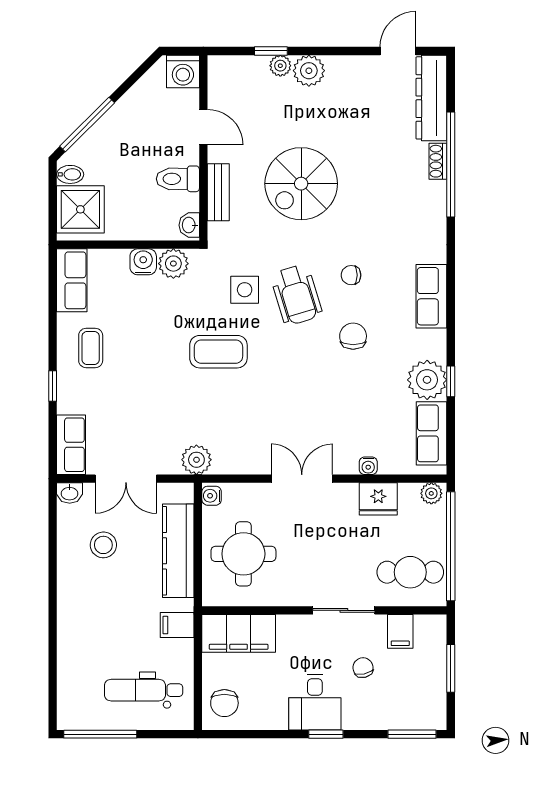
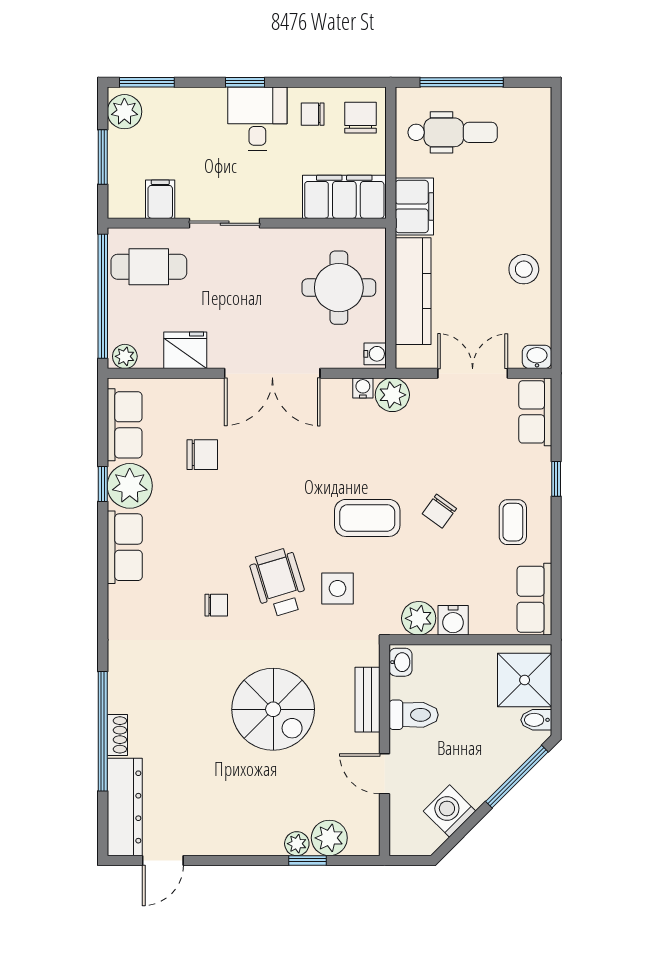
washing machine: (183, 71) -> (450, 811), moved, turned -45
plant: (309, 71) -> (329, 838), moved
spiral stairs: (301, 184) -> (273, 709), turned 90
row of seats: (431, 296) -> (125, 547), moved
chair: (353, 336) -> (202, 455), moved, turned -90
chair: (155, 358) -> (439, 511), added
water cooler: (368, 466) -> (363, 388), moved
double door: (302, 479) -> (272, 373), width x1.37
stool: (103, 545) -> (524, 269), moved
filing cabinet: (177, 625) -> (414, 206), width x2.00
chair: (363, 668) -> (313, 114), moved, turned 103
plant: (432, 708) -> (124, 112), added
window: (100, 734) -> (462, 82), moved

